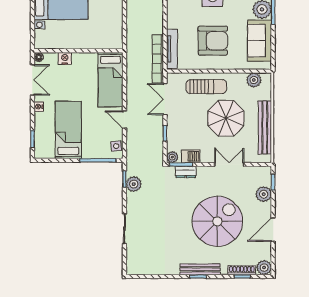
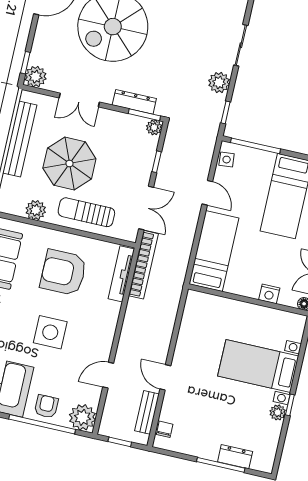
plant: (254, 80) -> (36, 210), moved
barbecue: (191, 156) -> (129, 123), removed
dresser: (186, 172) -> (134, 102), width x1.44
plant: (134, 184) -> (219, 83), moved
plant: (264, 194) -> (36, 77), moved

